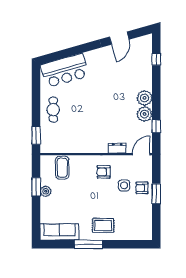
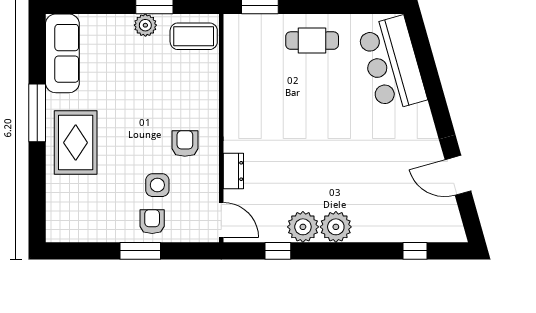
coffee table: (62, 168) -> (194, 36), moved
rug: (103, 225) -> (76, 143), width x1.36, depth x1.43

